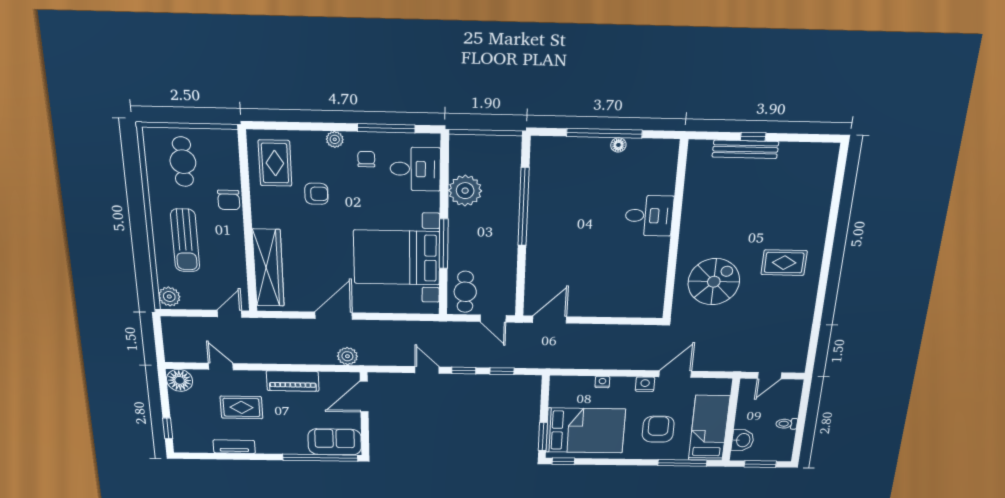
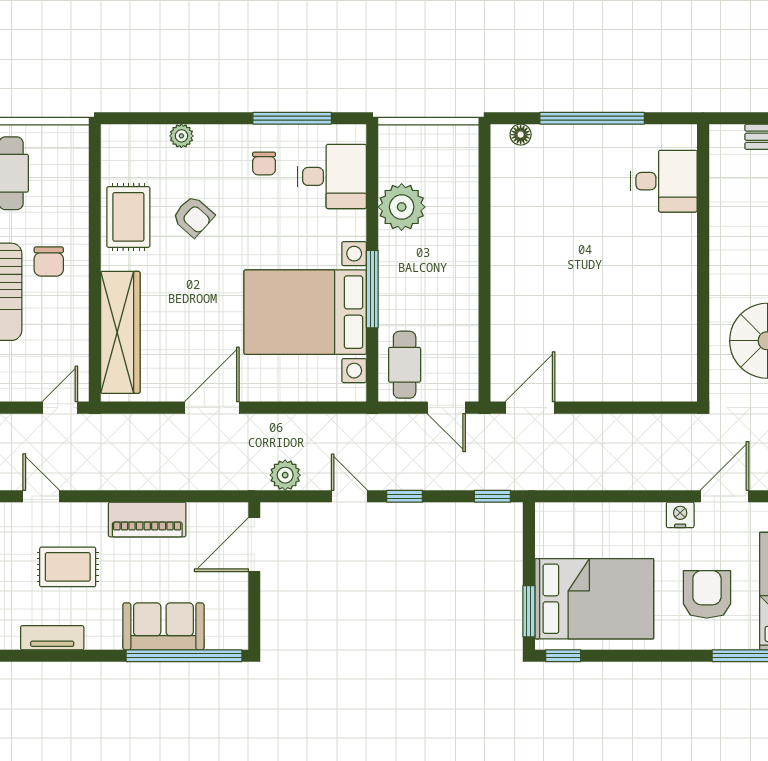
plant: (335, 139) -> (181, 136), moved
floor lamp: (618, 145) -> (521, 135), moved
chair: (366, 159) -> (264, 164), turned 180
rug: (275, 163) -> (128, 217), moved
armchair: (316, 194) -> (193, 216), turned 42
chair: (229, 200) -> (49, 262), moved
window: (523, 207) -> (485, 229), removed
desk: (649, 216) -> (664, 181), moved
plant: (347, 356) -> (285, 475), moved
window: (502, 371) -> (492, 496), moved
nightstand: (602, 382) -> (615, 512), removed
sofa: (335, 442) -> (163, 626), moved

